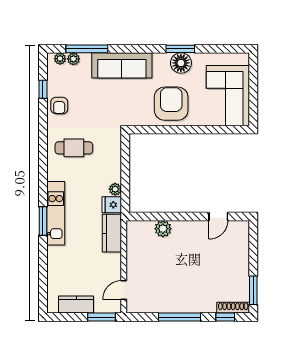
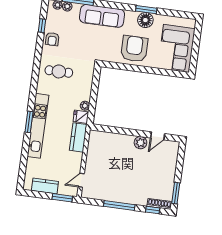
kitchen unit: (56, 213) -> (38, 126), width x1.36
plant: (163, 229) -> (140, 143), moved

